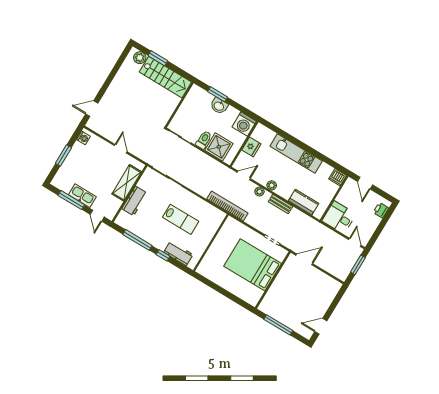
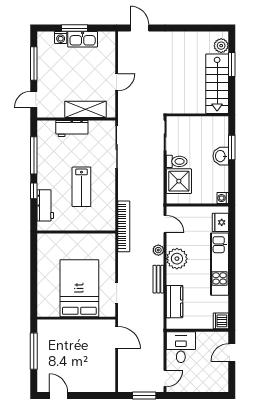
washing machine: (244, 124) -> (223, 198), width x0.53, depth x0.53
washing machine: (83, 138) -> (61, 37), moved
fridge: (251, 147) -> (220, 222), moved, turned 90
plant: (272, 185) -> (177, 259), width x1.88, depth x1.88
kitchen sink: (82, 196) -> (83, 39), moved, turned 90
printer: (381, 210) -> (214, 385), removed

